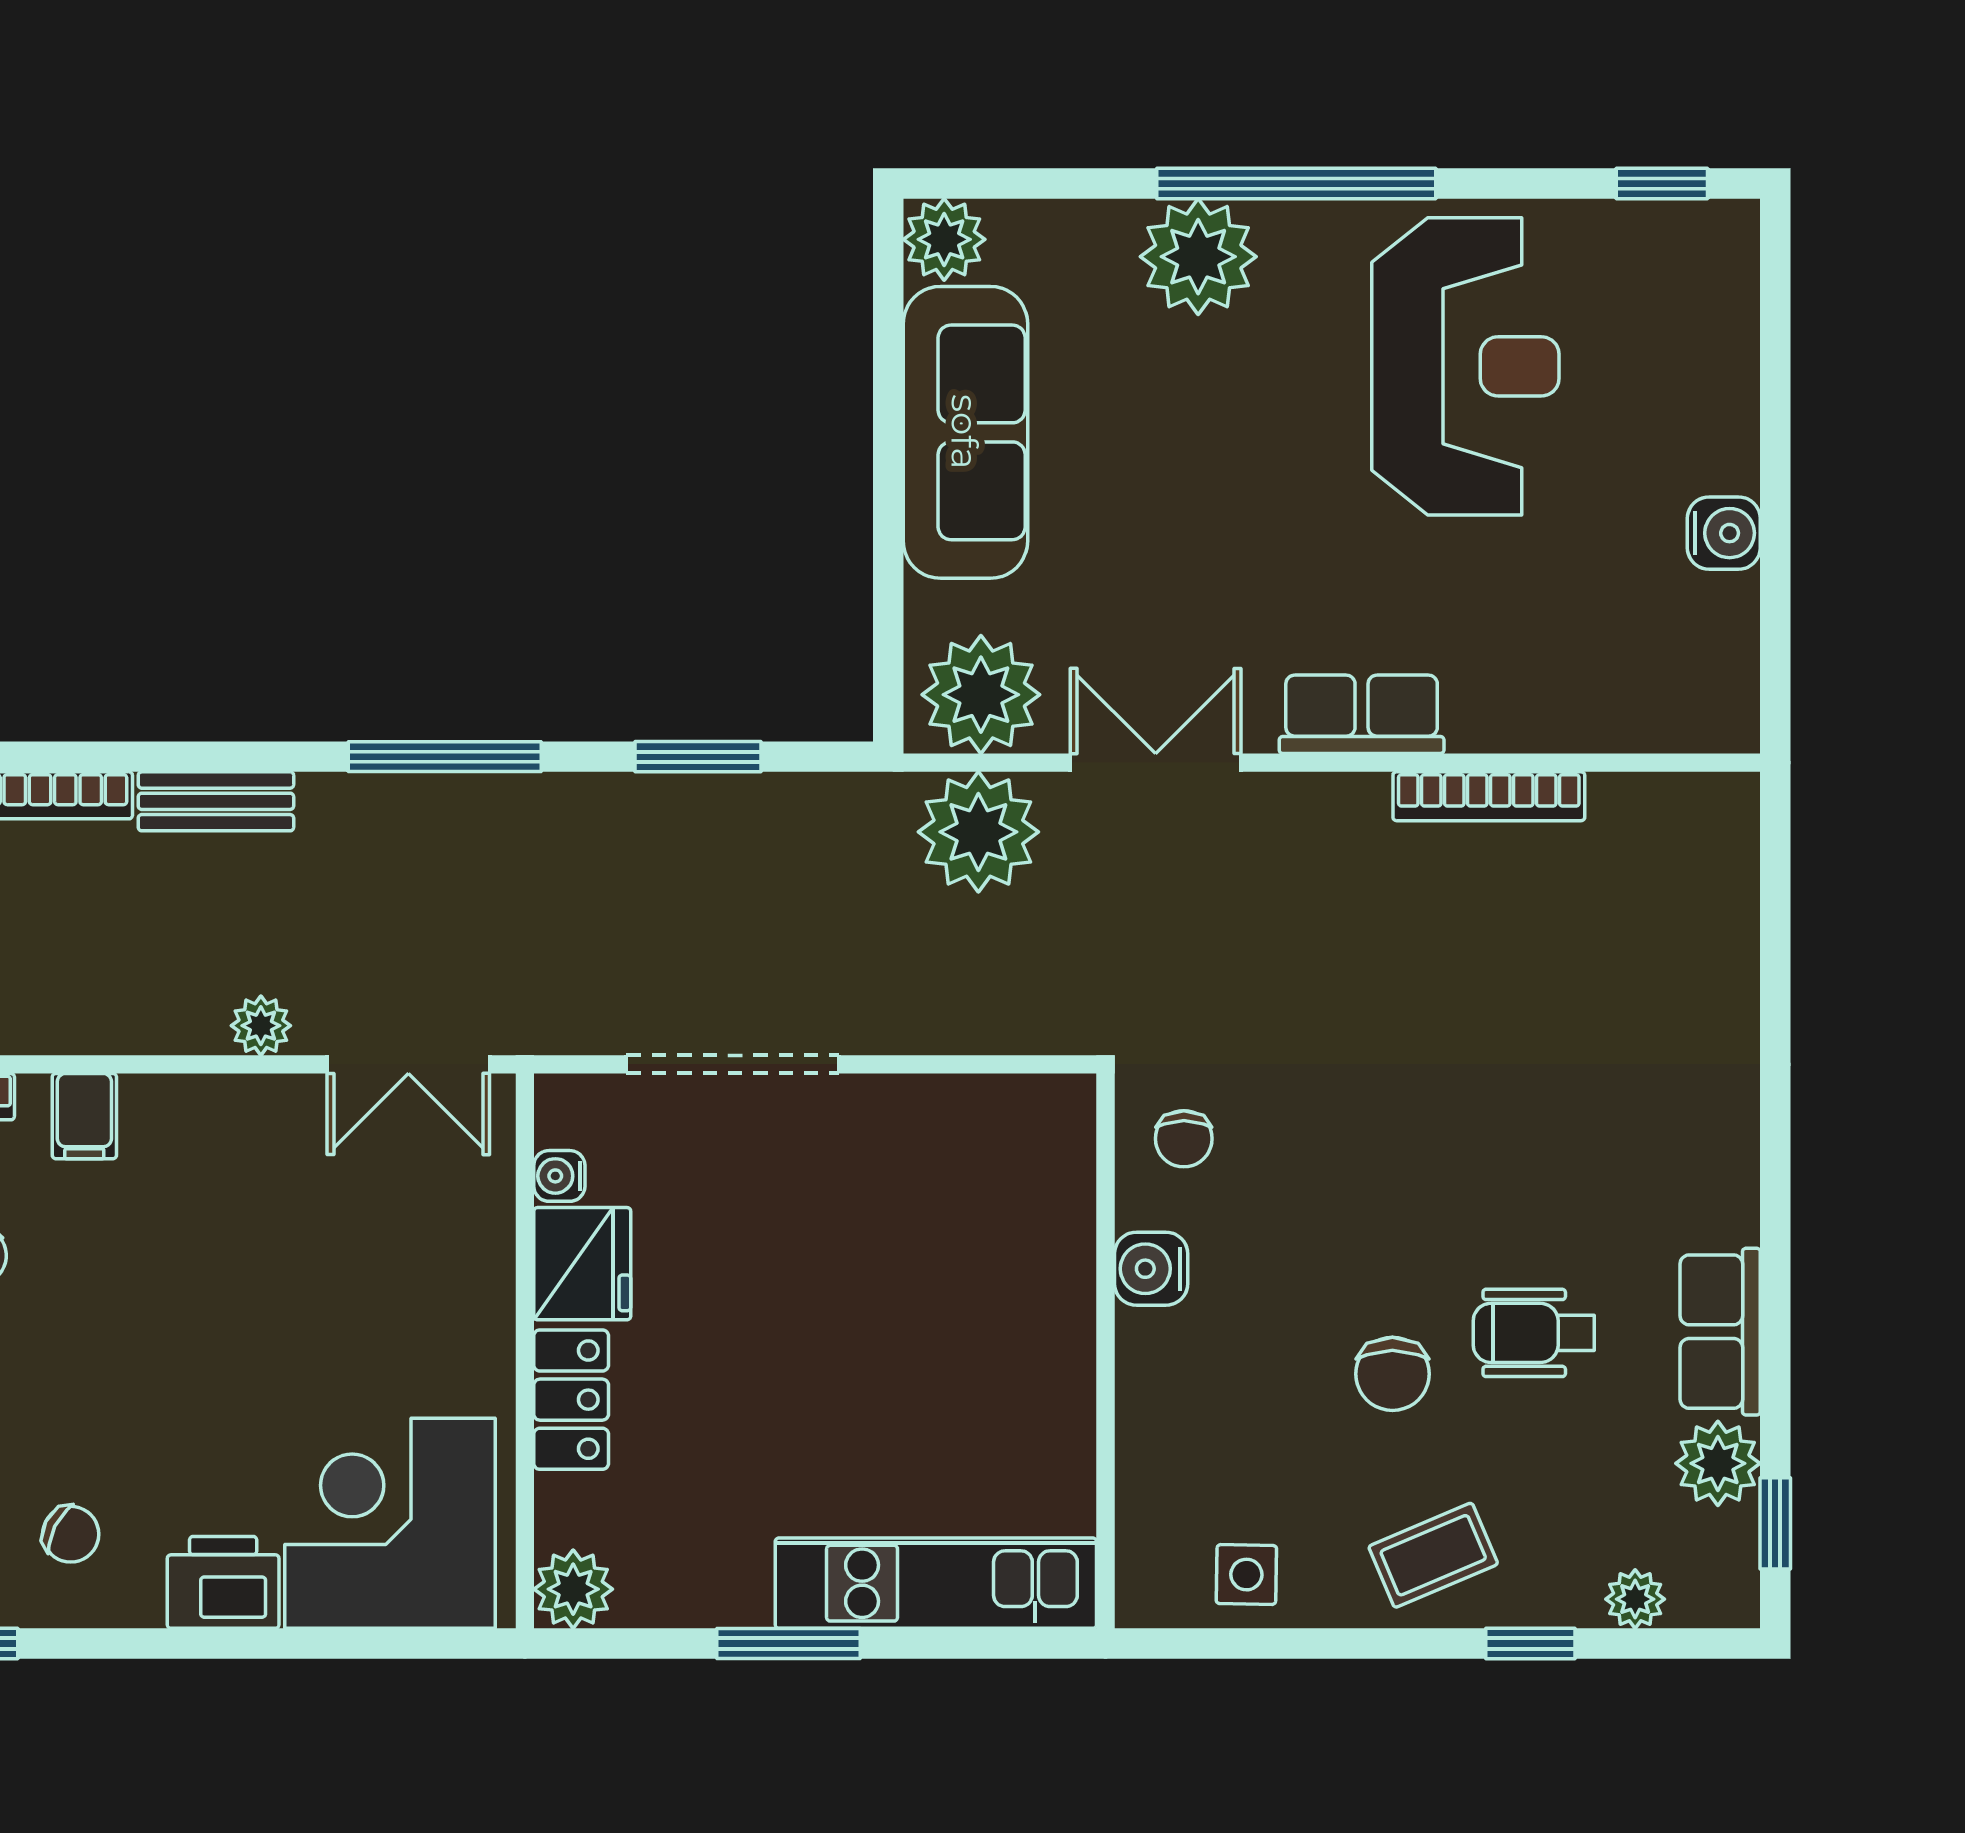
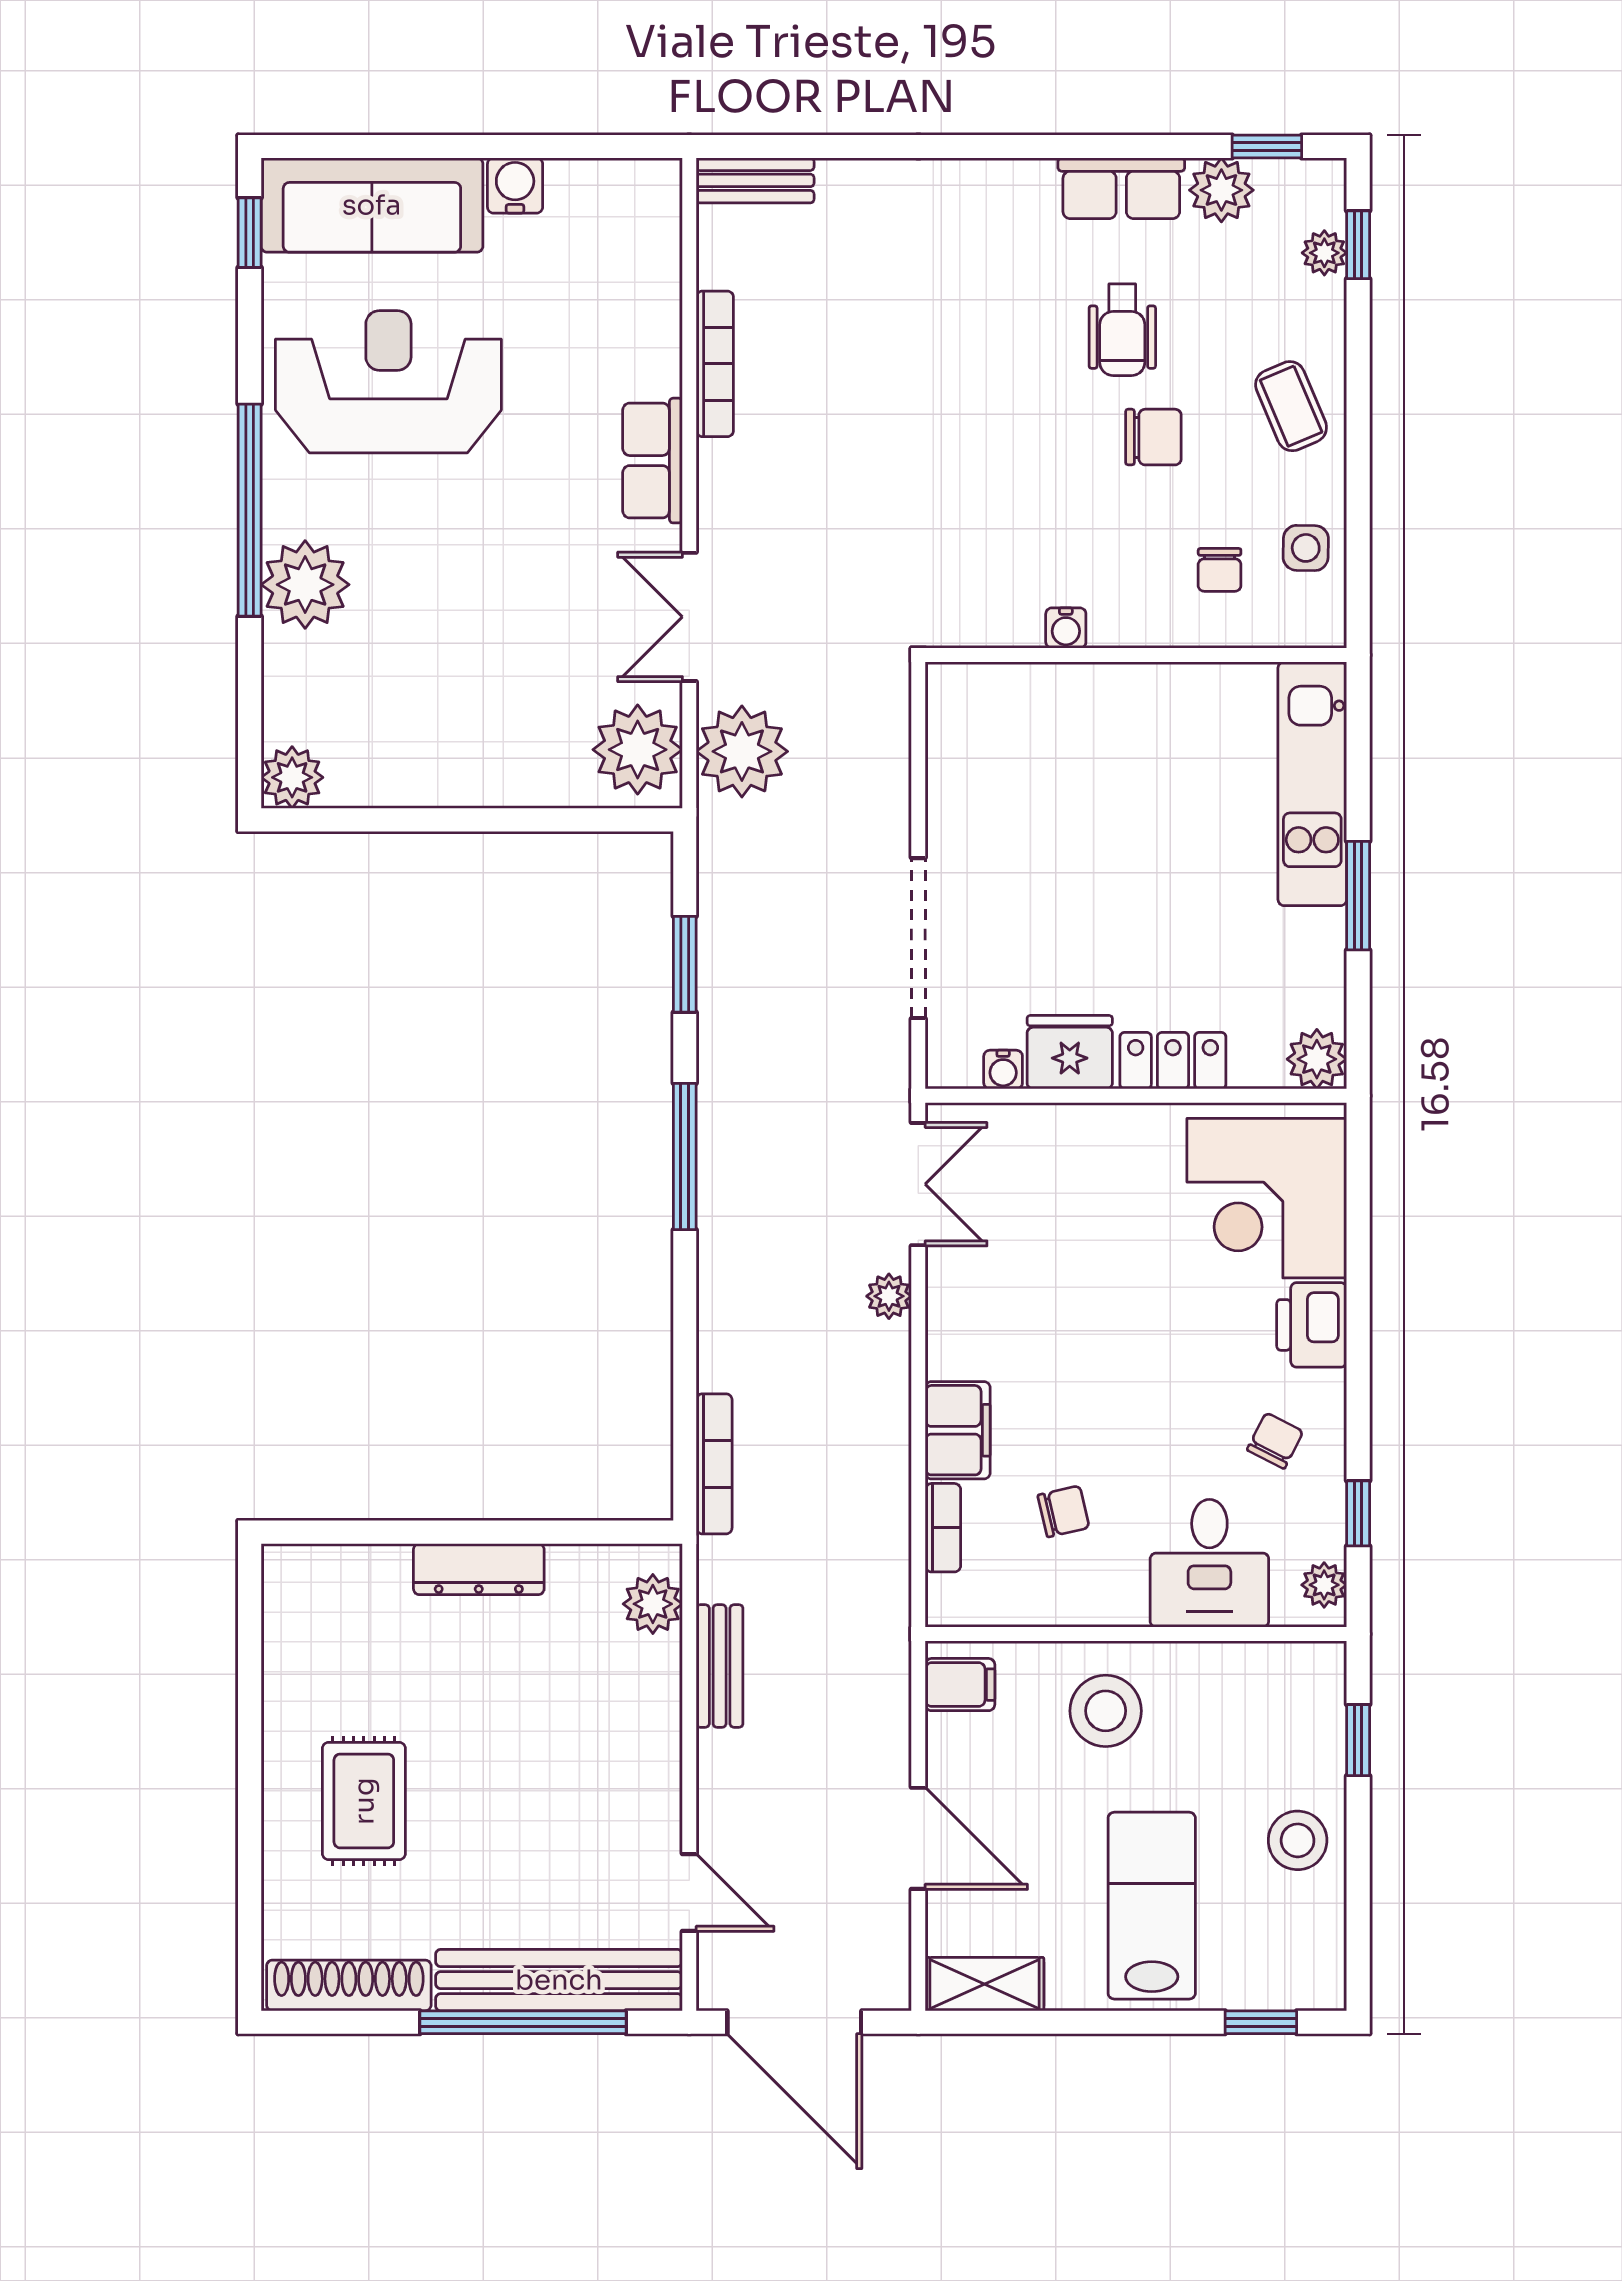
sofa: (965, 432) -> (372, 205), moved, turned 180
bench: (216, 801) -> (755, 180), moved, turned 90
filing cabinet: (84, 1116) -> (958, 1430), width x2.00
chair: (1184, 1139) -> (1220, 570), moved, turned 90
water cooler: (1151, 1269) -> (1066, 628), width x0.72, depth x0.72
window: (1530, 1644) -> (1358, 245), moved

